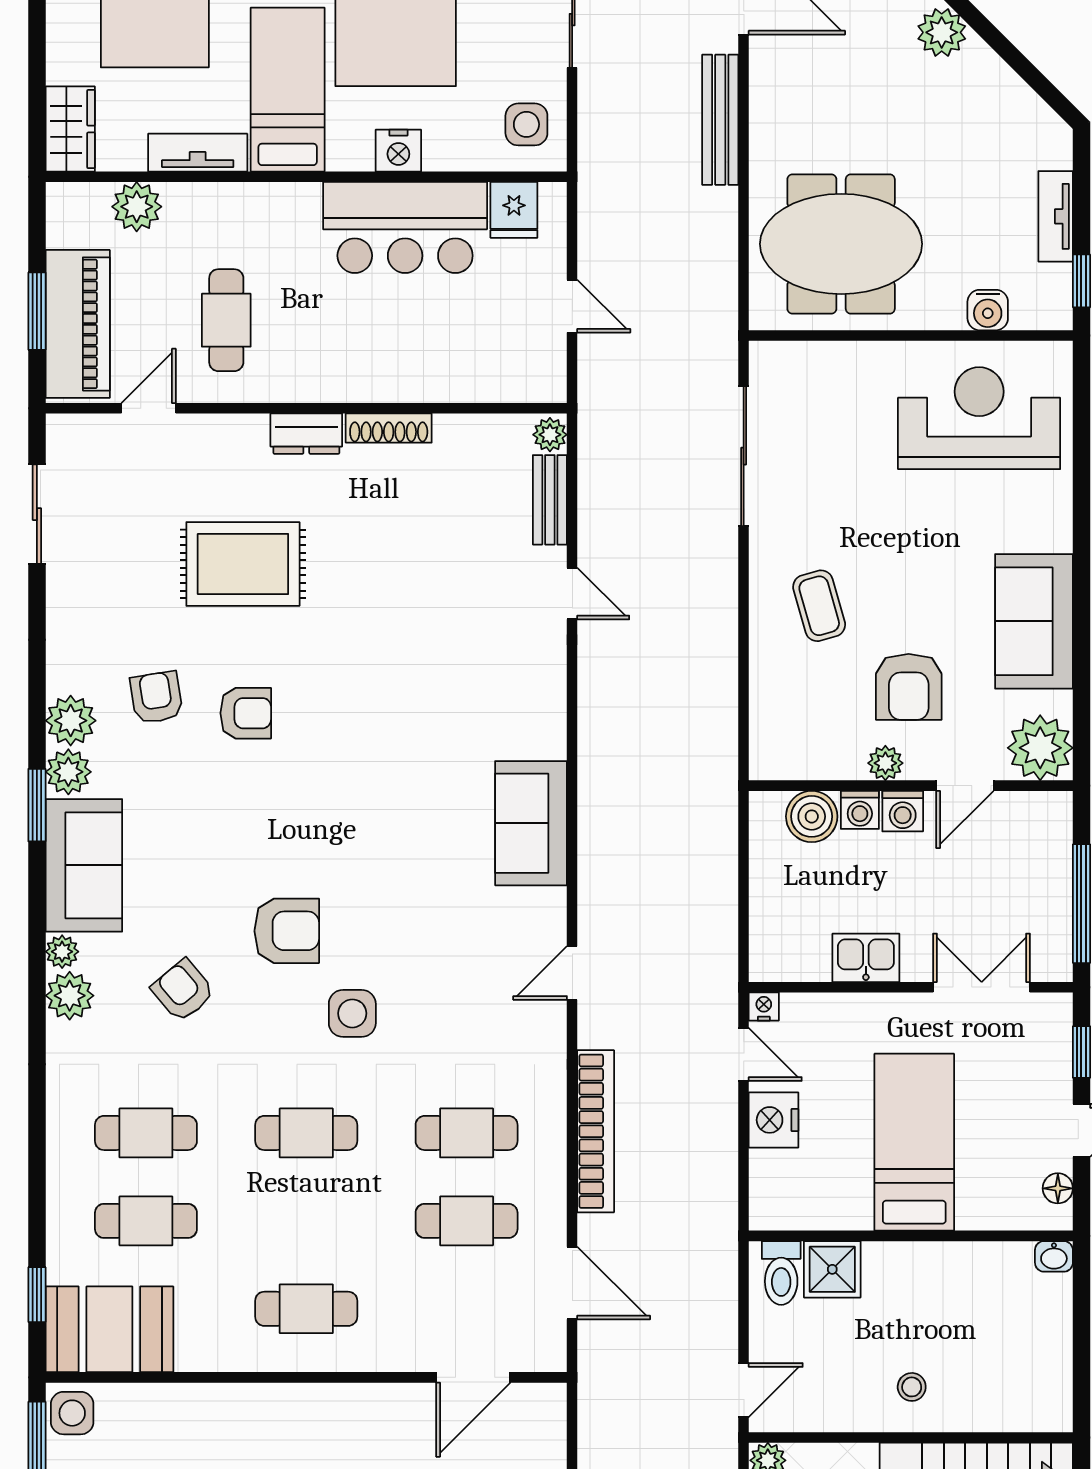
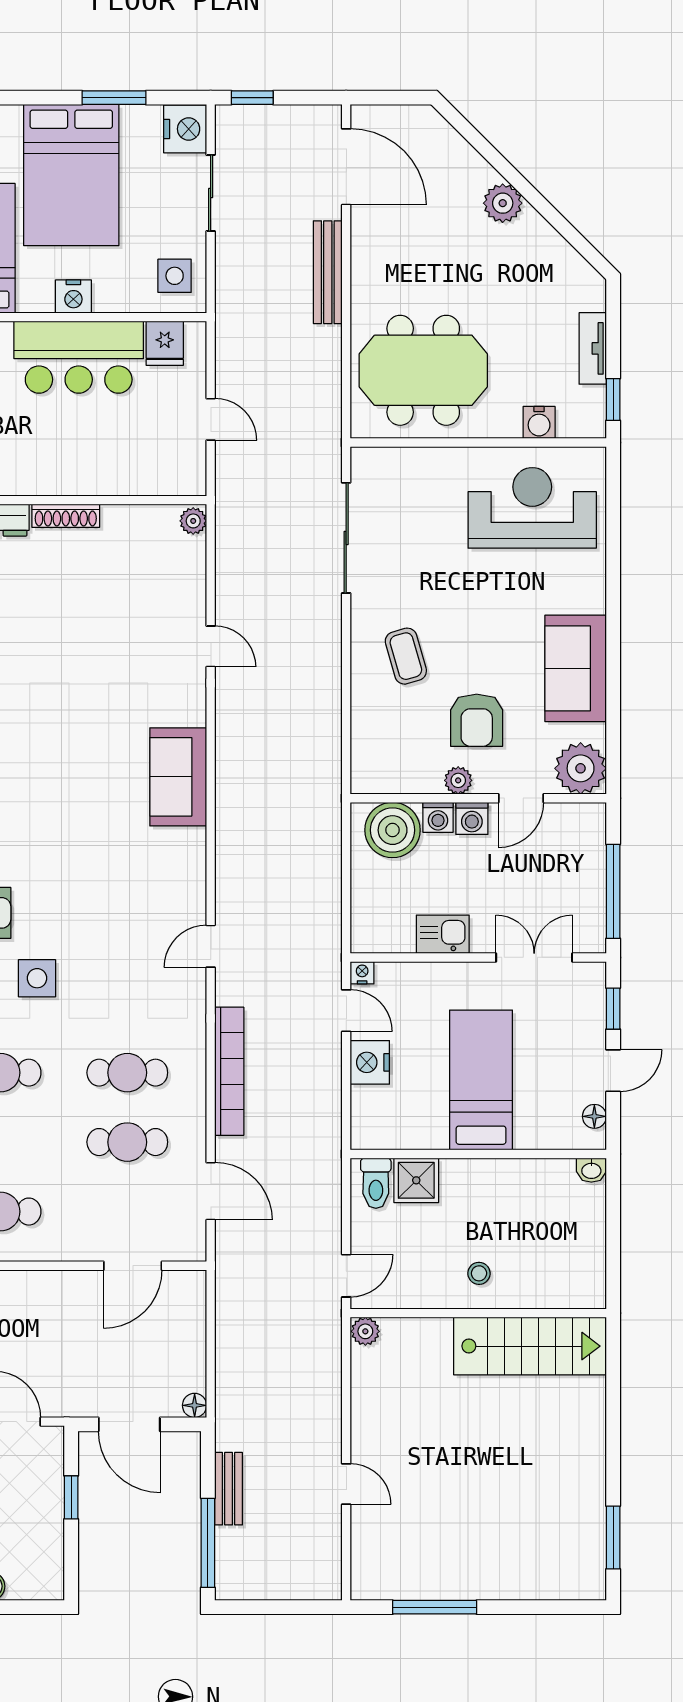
bench: (550, 500) -> (193, 572), removed
boiler: (812, 816) -> (393, 830), width x1.37, depth x1.37
sofa: (531, 823) -> (178, 777), moved

